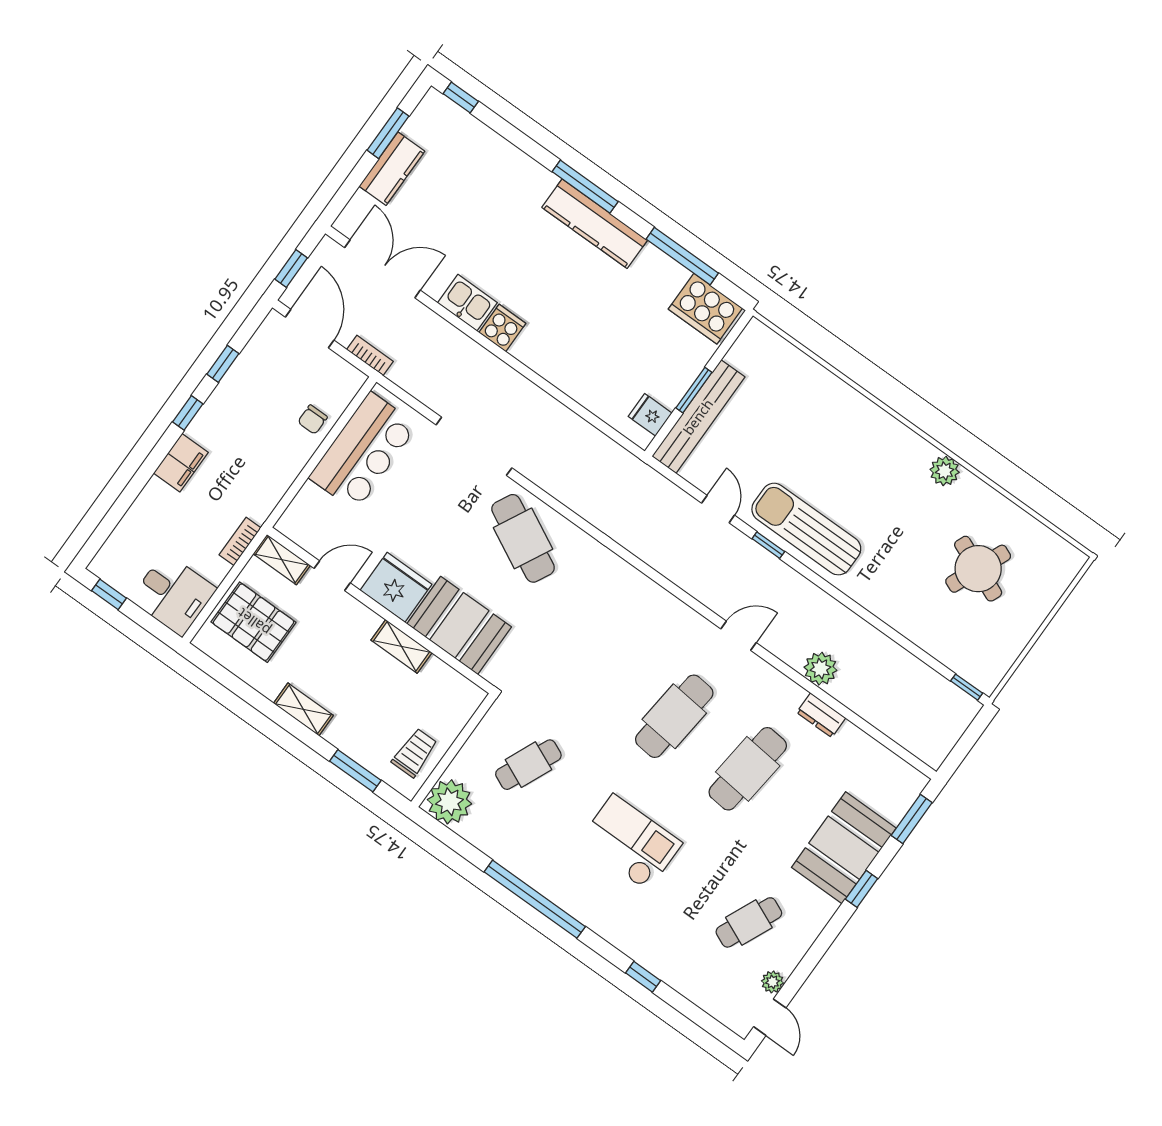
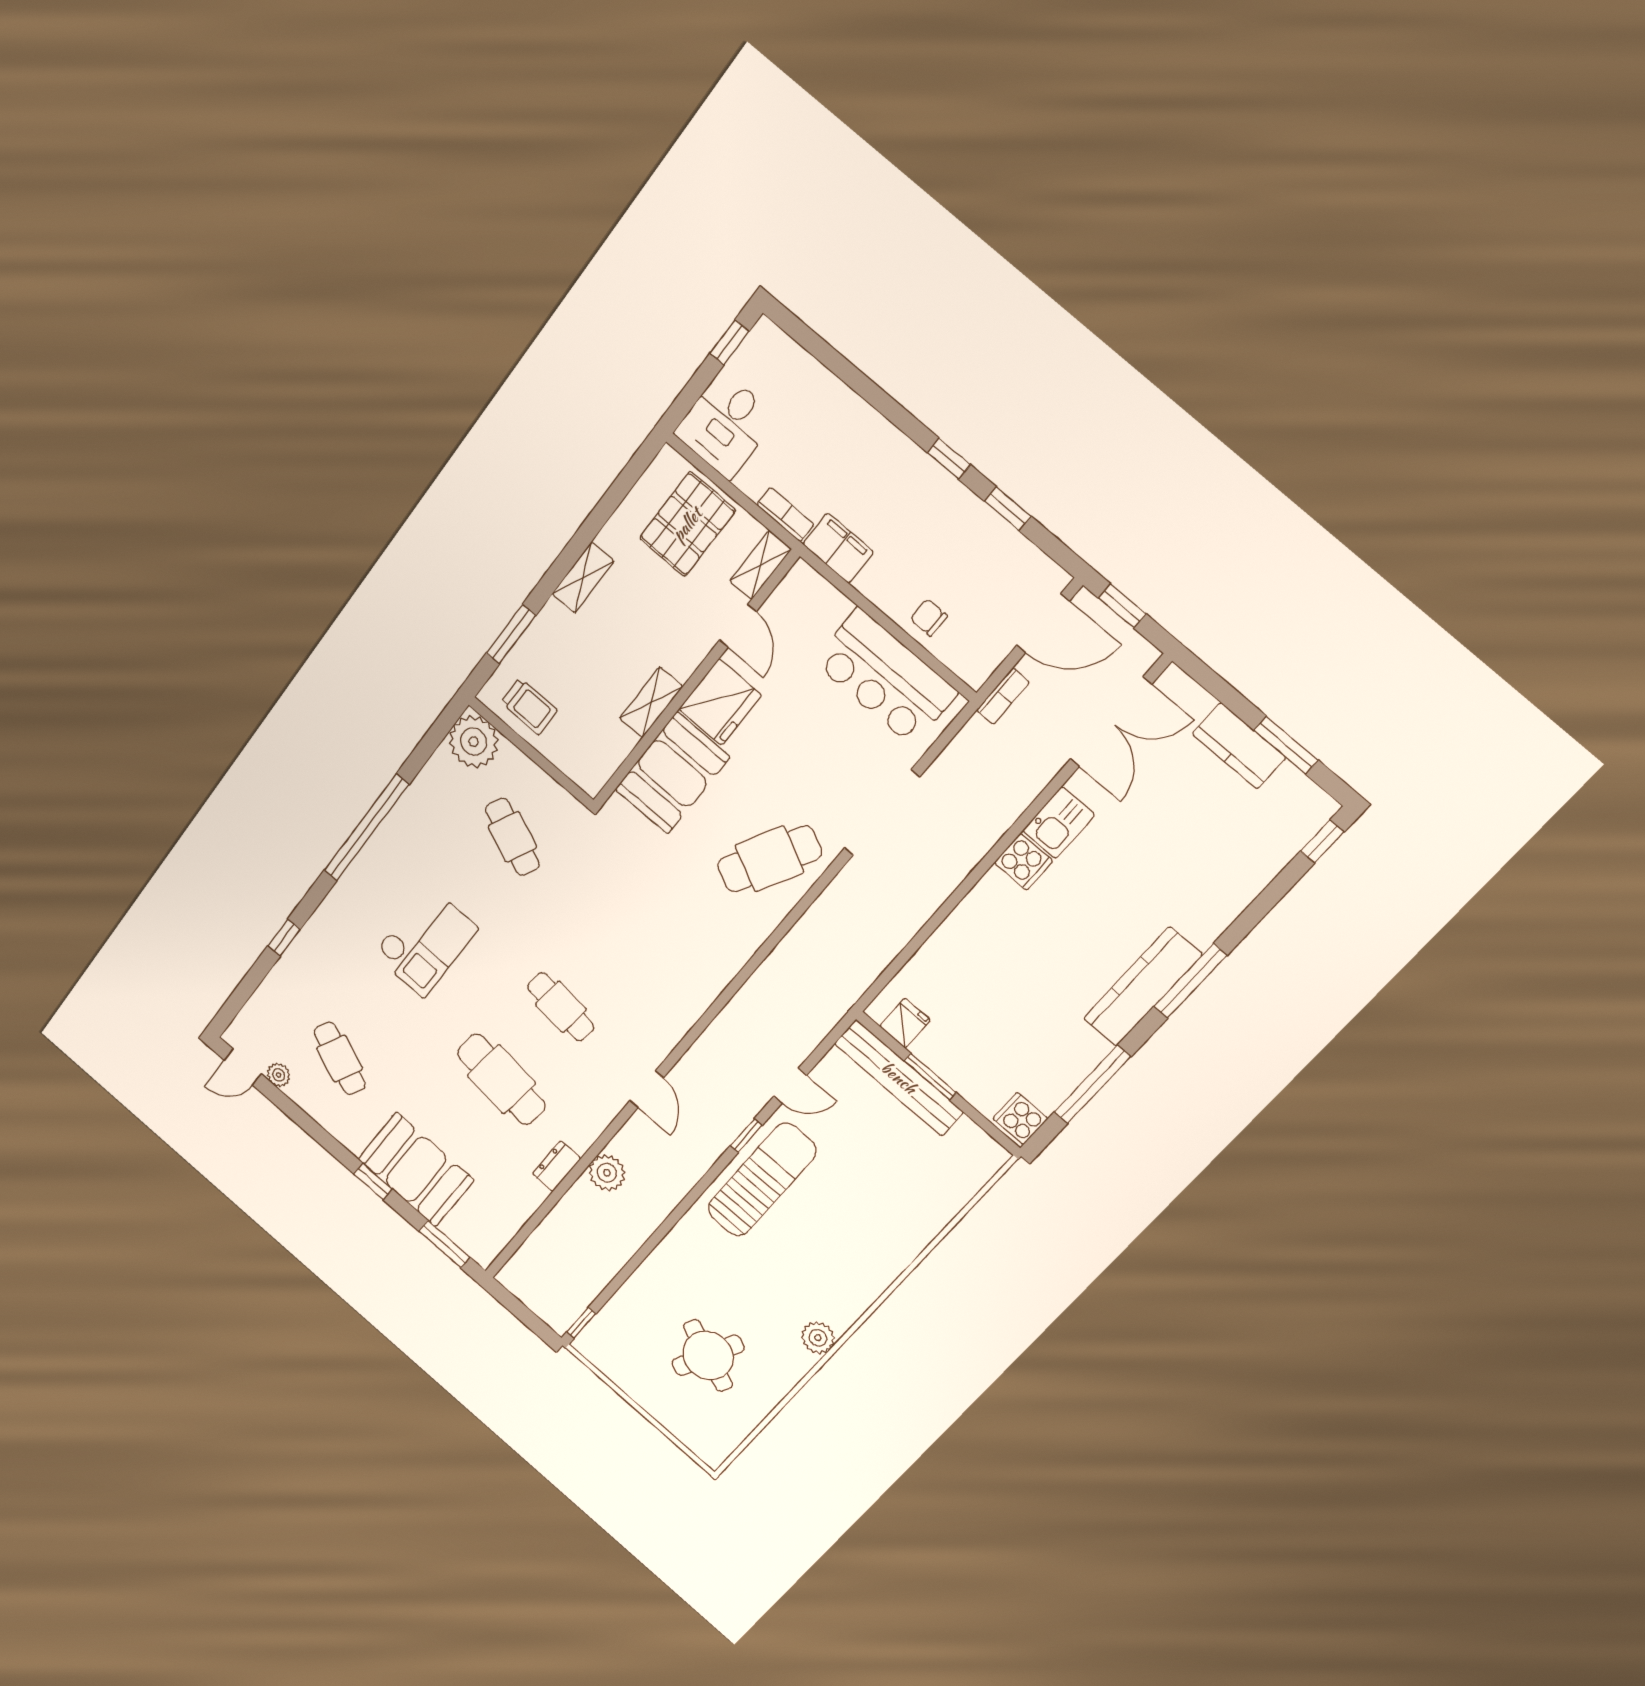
cooker: (705, 309) -> (1020, 1118), width x0.53, depth x0.76
filing cabinet: (181, 463) -> (838, 548), moved, turned 180
cafe table: (674, 716) -> (561, 1007), width x0.73, depth x0.74

